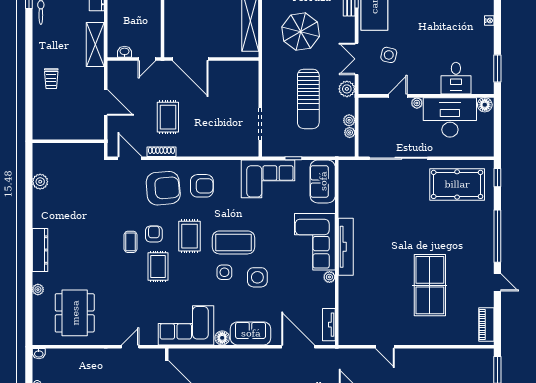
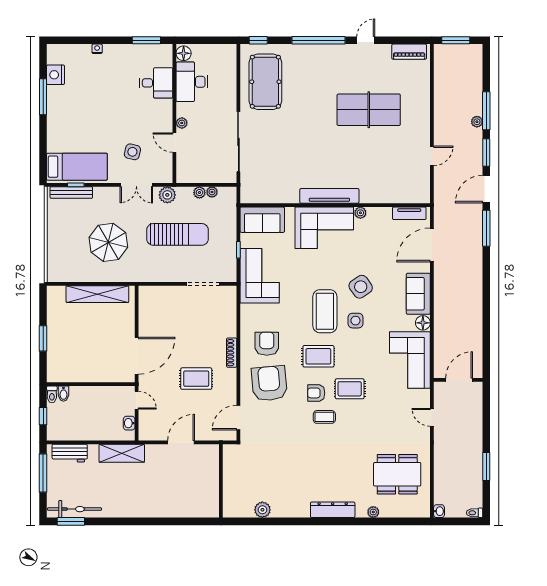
trolley: (51, 79) -> (157, 498), removed
desk: (450, 117) -> (192, 82), width x0.73, depth x0.77
shoe rack: (161, 152) -> (232, 353), moved
side table: (257, 277) -> (361, 287), turned -35

